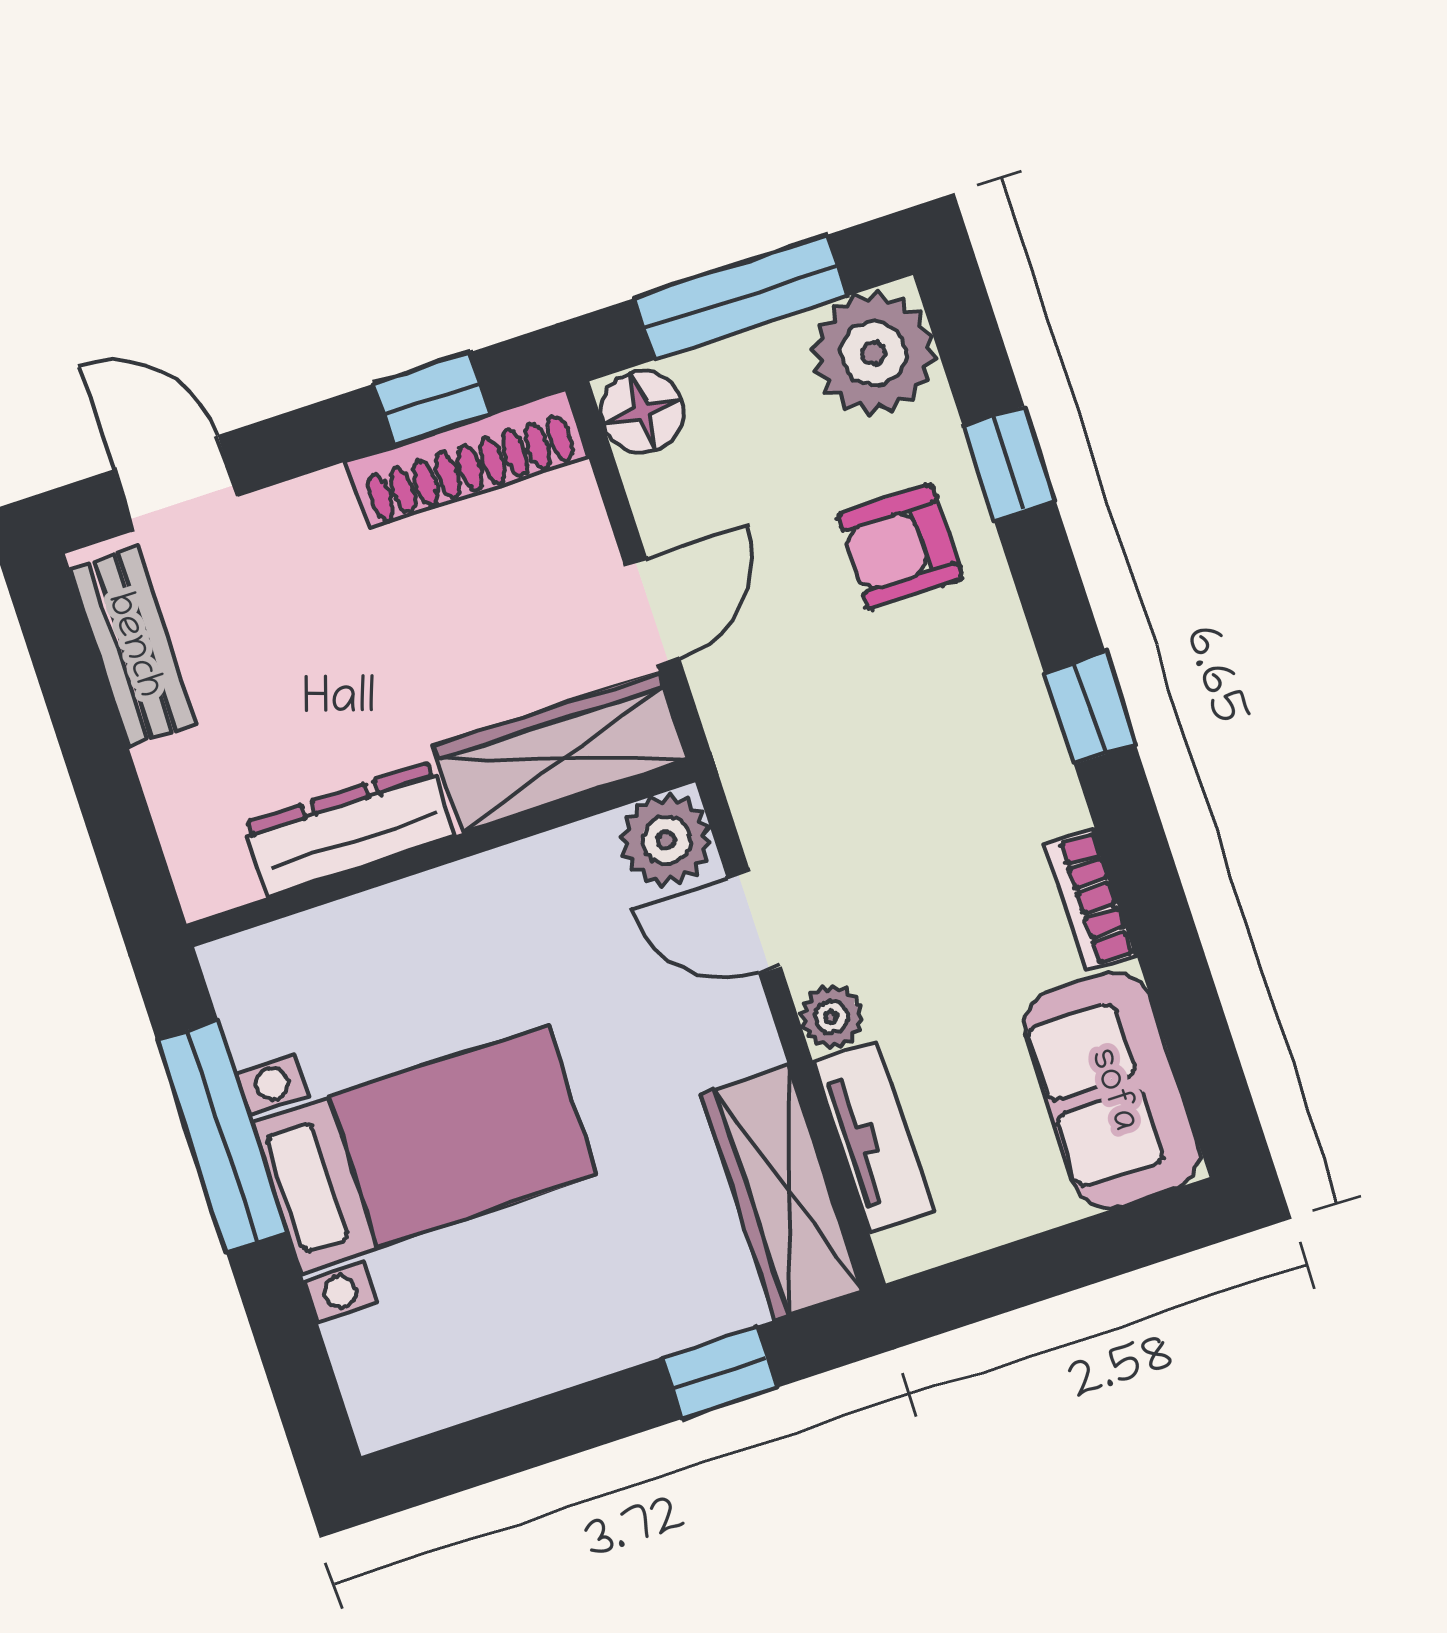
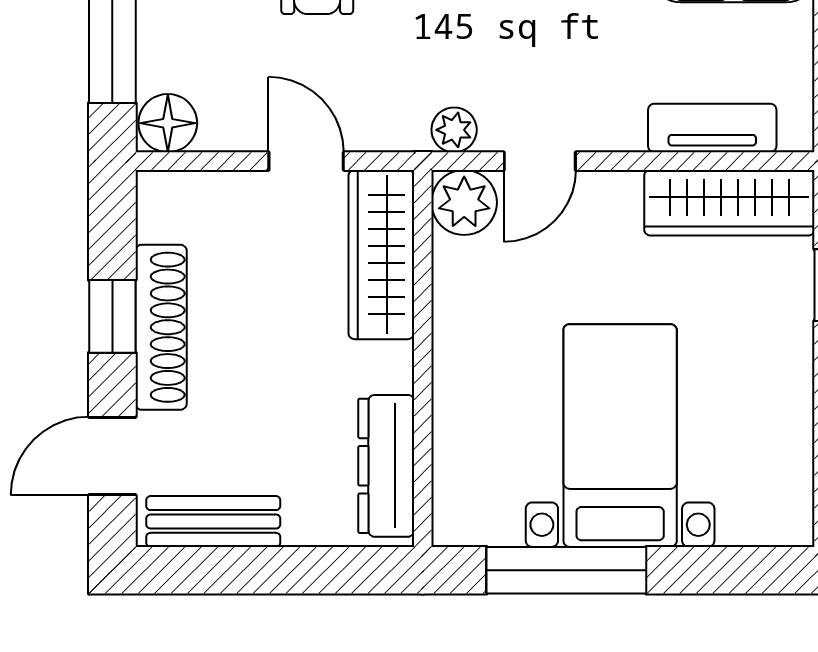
window: (432, 399) -> (112, 316), moved
shoe rack: (467, 459) -> (161, 327), moved
dresser: (350, 829) -> (386, 466), moved
plant: (831, 1017) -> (454, 130), moved

